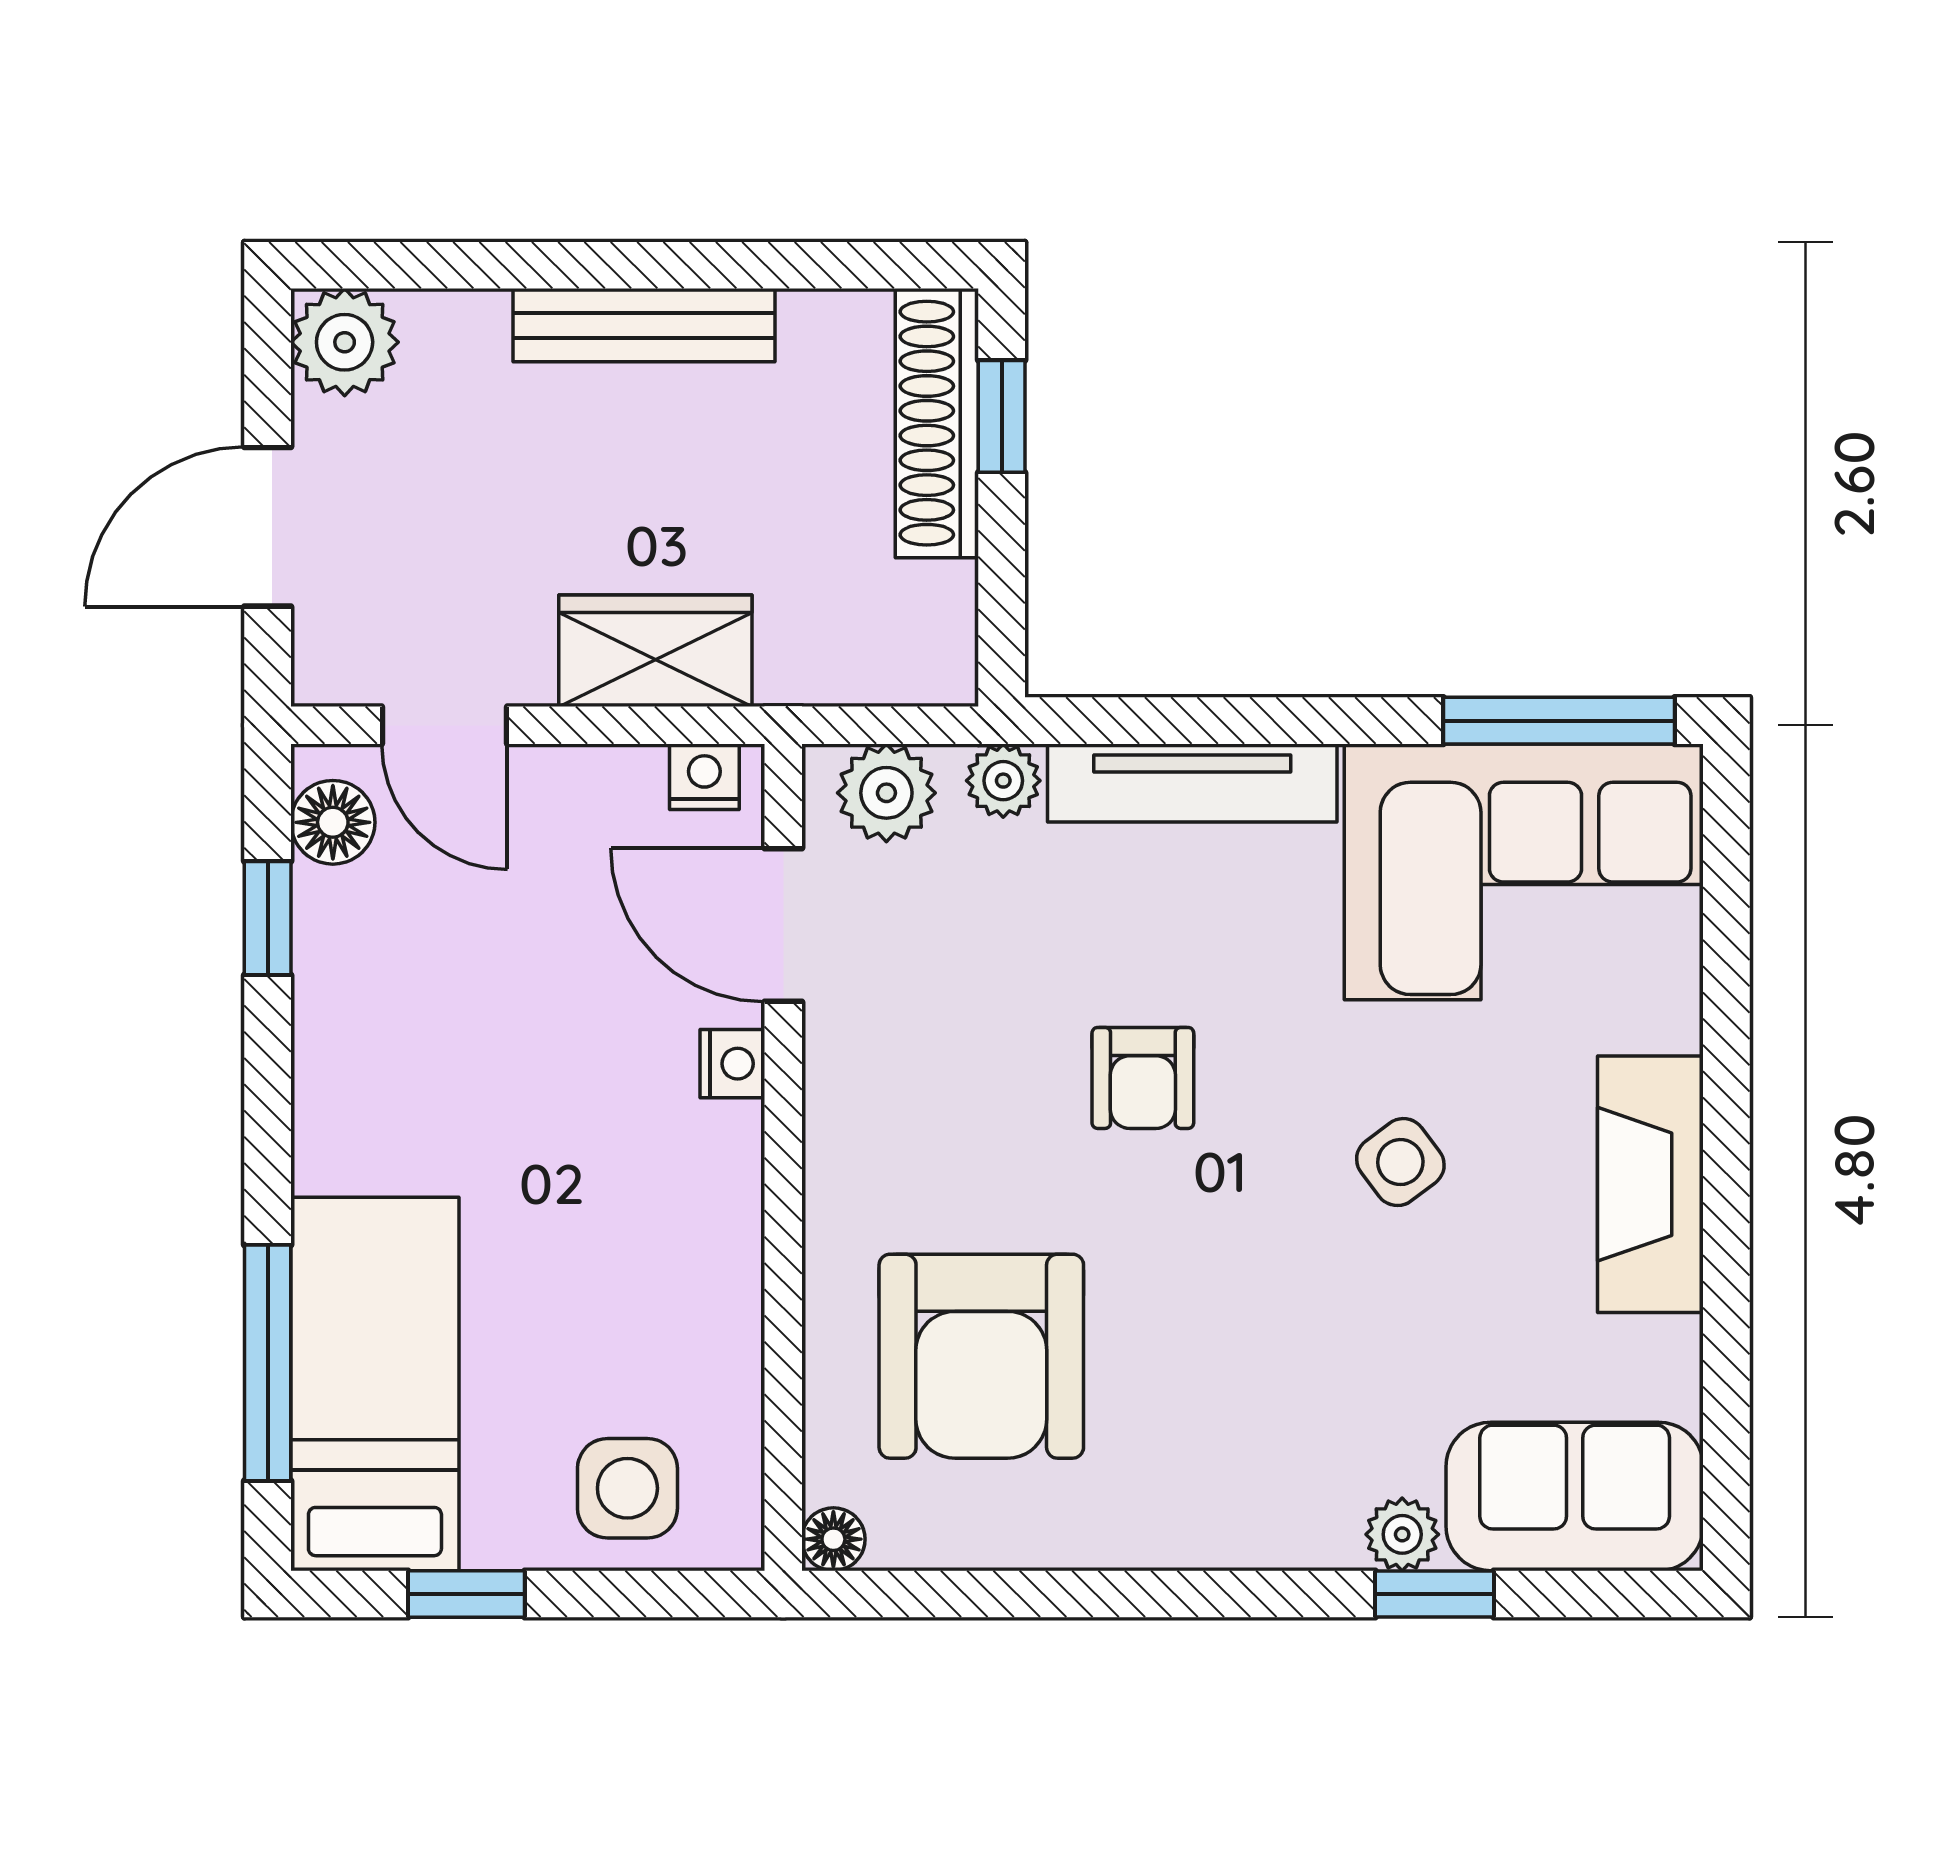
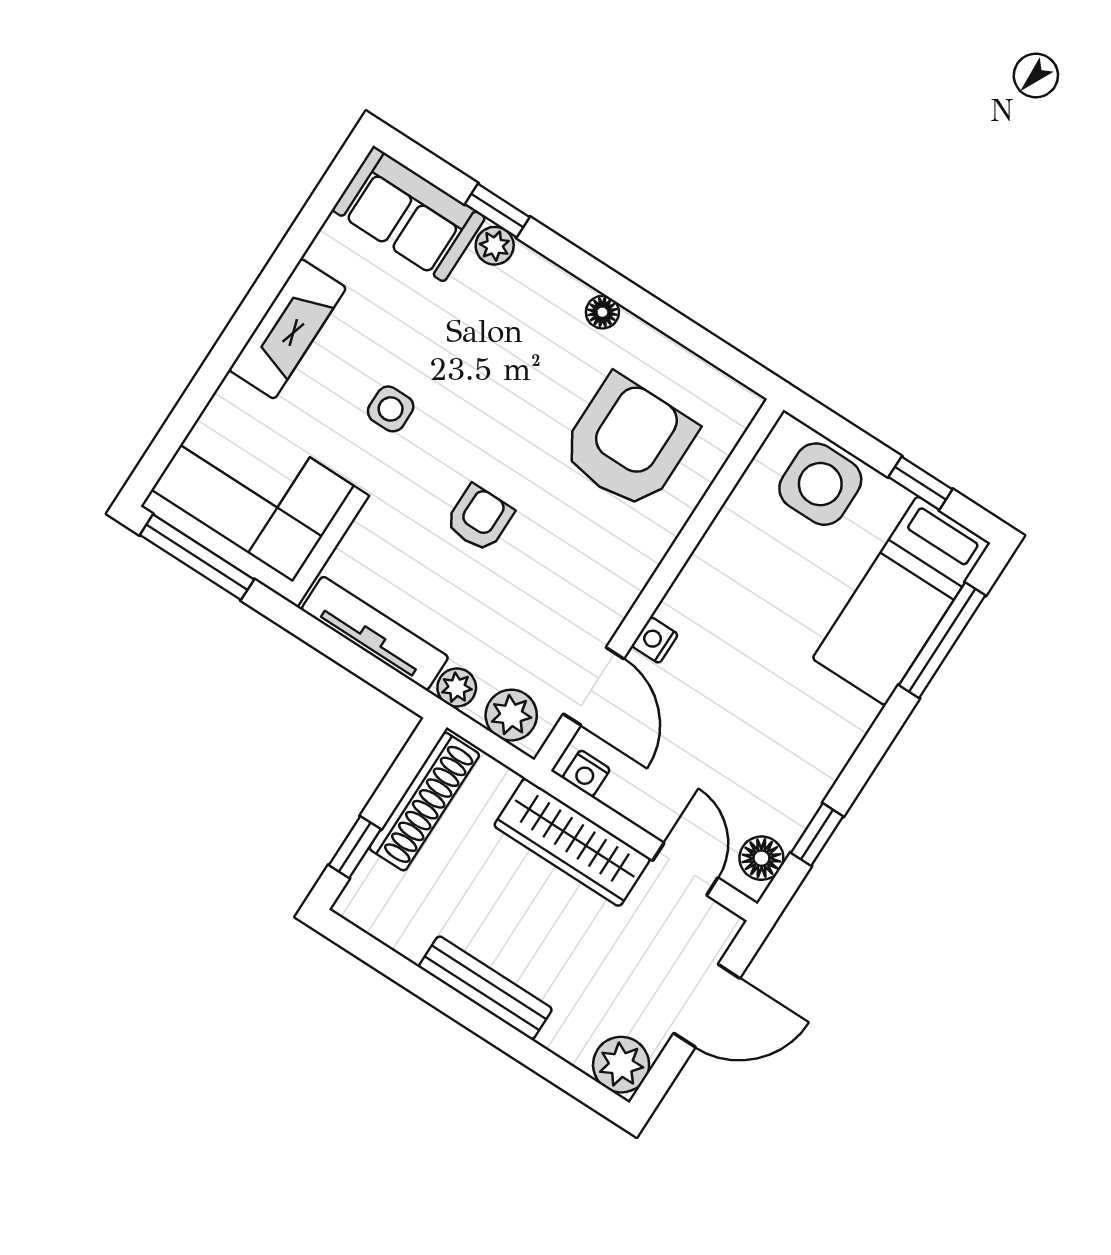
shoe rack: (937, 423) -> (424, 802), moved
wardrobe: (655, 651) -> (572, 842), width x1.50
side table: (1400, 1162) -> (391, 409), turned 37
side table: (627, 1488) -> (820, 484), width x1.37, depth x1.37
floor lamp: (833, 1539) -> (602, 312), moved

